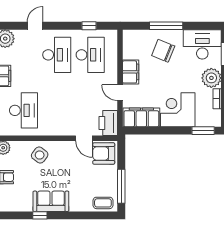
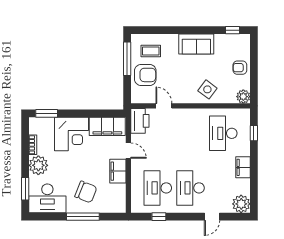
armchair: (104, 153) -> (145, 75), moved
coffee table: (103, 203) -> (151, 51), moved
window: (40, 215) -> (233, 30), moved

